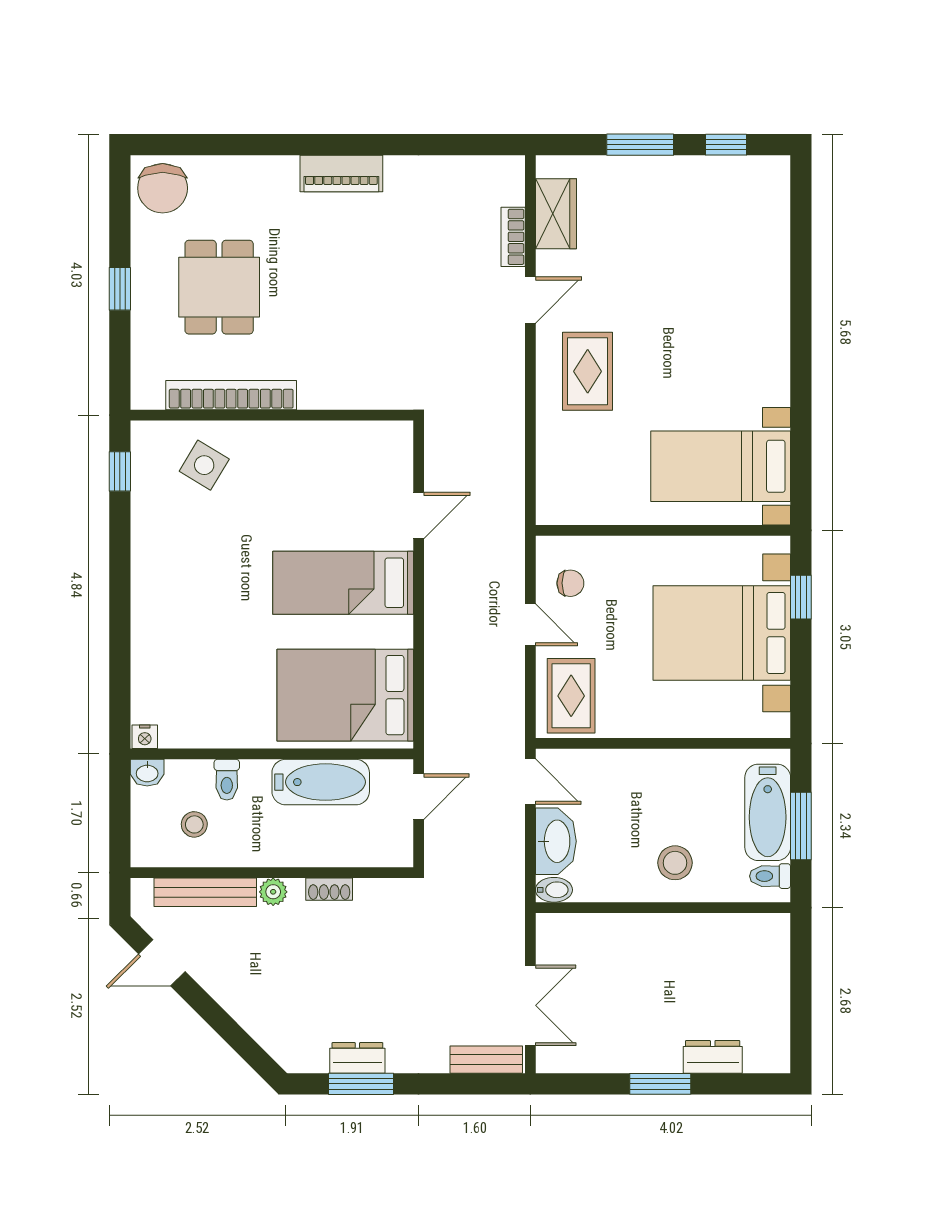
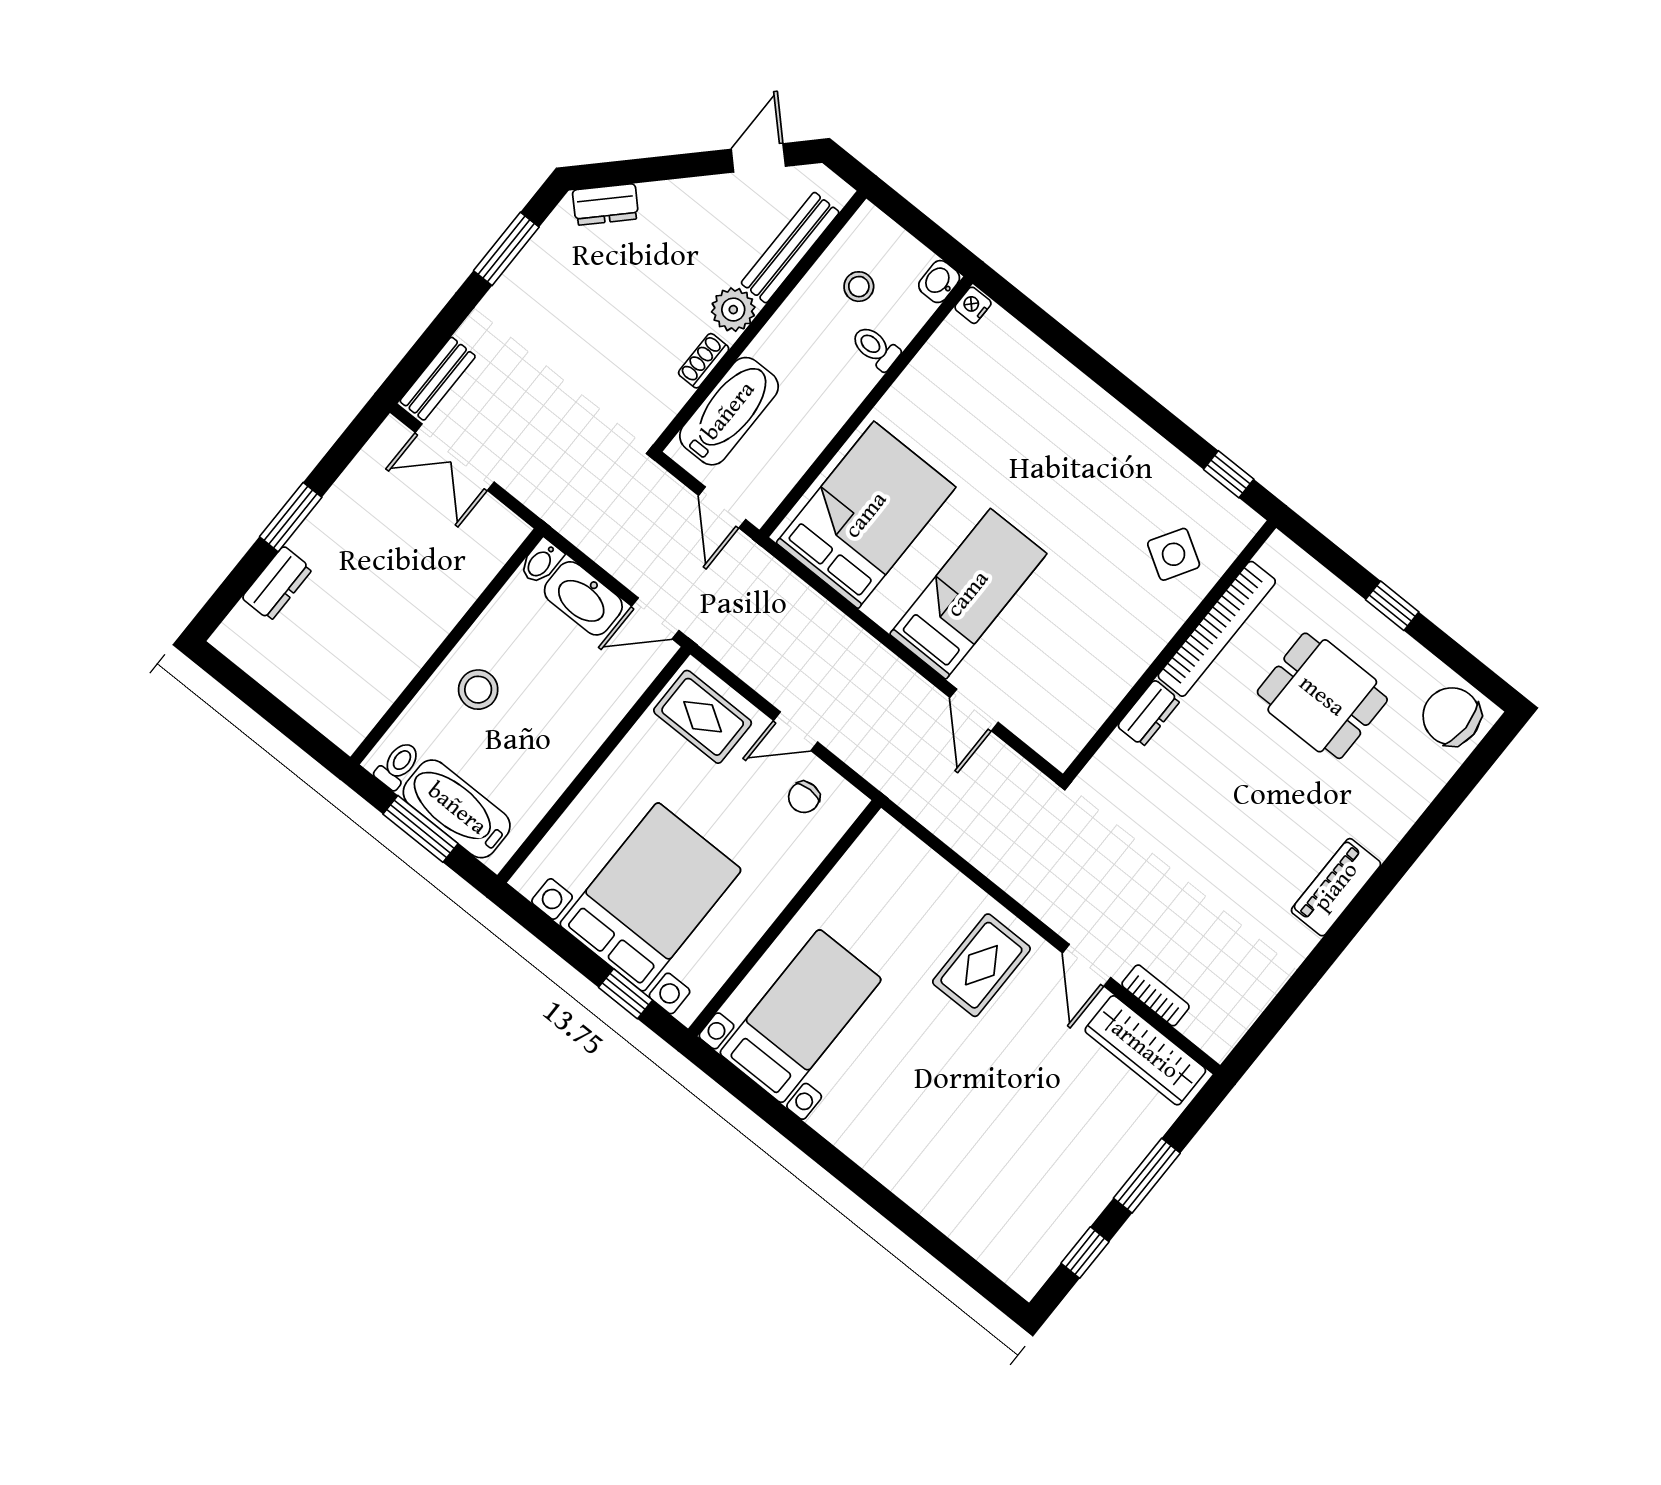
wardrobe: (556, 214) -> (1145, 1050), width x1.50
rug: (588, 371) -> (981, 965), turned 90
dresser: (326, 395) -> (1149, 713), added
bathtub: (321, 782) -> (729, 411), moved, turned 180
plant: (273, 892) -> (733, 310), width x1.38, depth x1.38
dresser: (357, 1058) -> (606, 204), moved, turned 45

